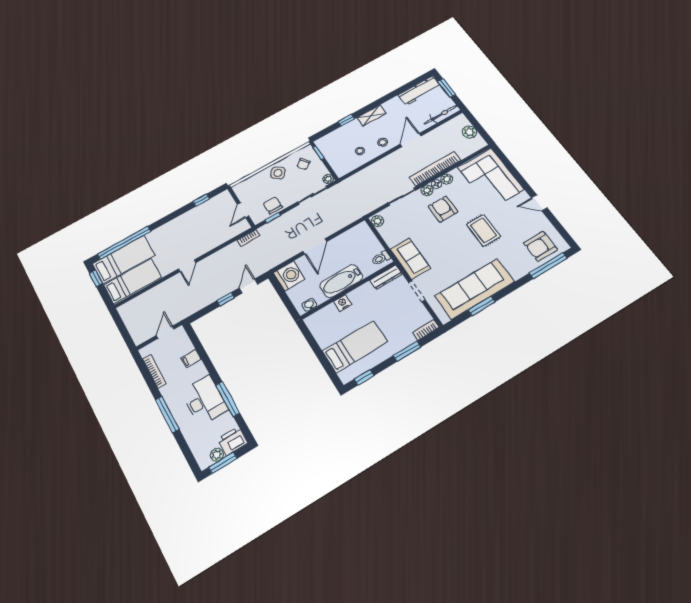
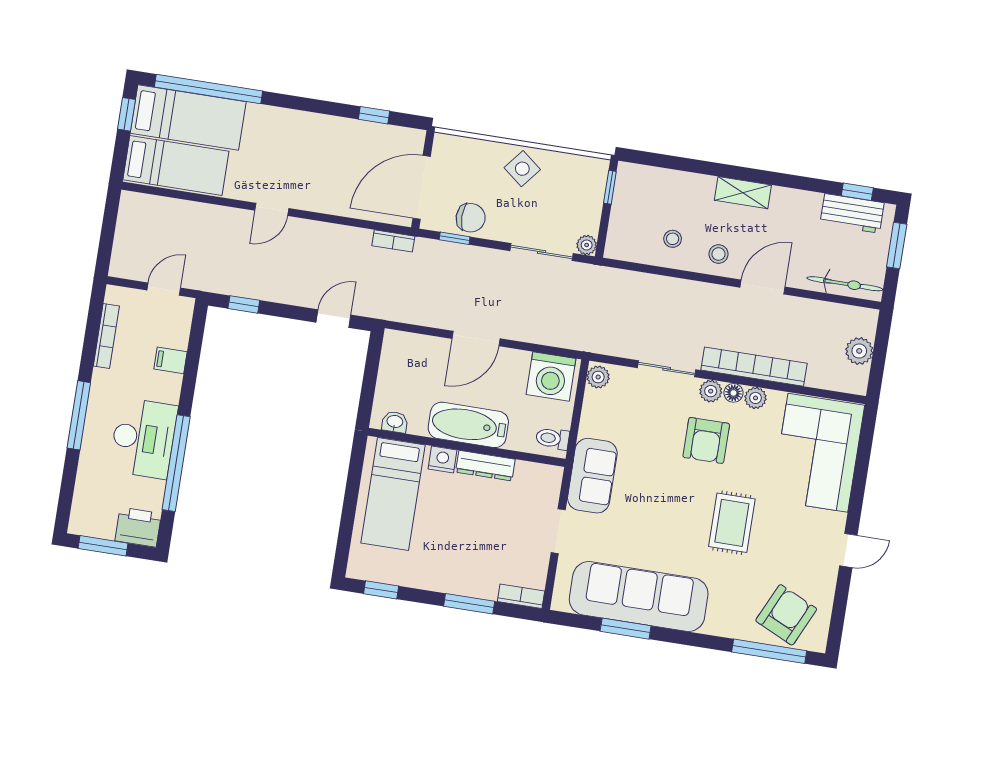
workbench: (419, 91) -> (852, 213), width x0.73
window: (346, 120) -> (857, 192), moved
chair: (303, 164) -> (572, 187), removed
door: (539, 203) -> (848, 550), swing flipped
chair: (273, 205) -> (471, 218), turned 90
armchair: (443, 209) -> (706, 440), turned 180
door: (243, 210) -> (422, 187), width x1.88
armchair: (540, 246) -> (786, 615), turned 115
washing machine: (289, 276) -> (551, 376), moved, turned 90
dresser: (386, 277) -> (485, 466), moved
window: (226, 299) -> (244, 304), moved
bed: (355, 347) -> (393, 494), moved, turned 90
window: (228, 399) -> (176, 463), width x1.46
plant: (217, 455) -> (104, 528), removed

